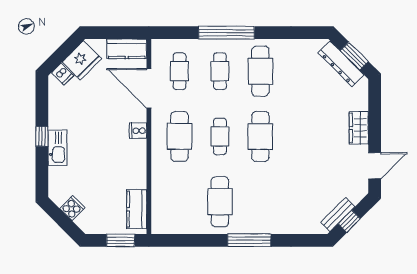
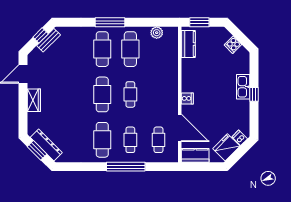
cafe table: (179, 136) -> (102, 49), moved
plant: (182, 225) -> (157, 33), added

